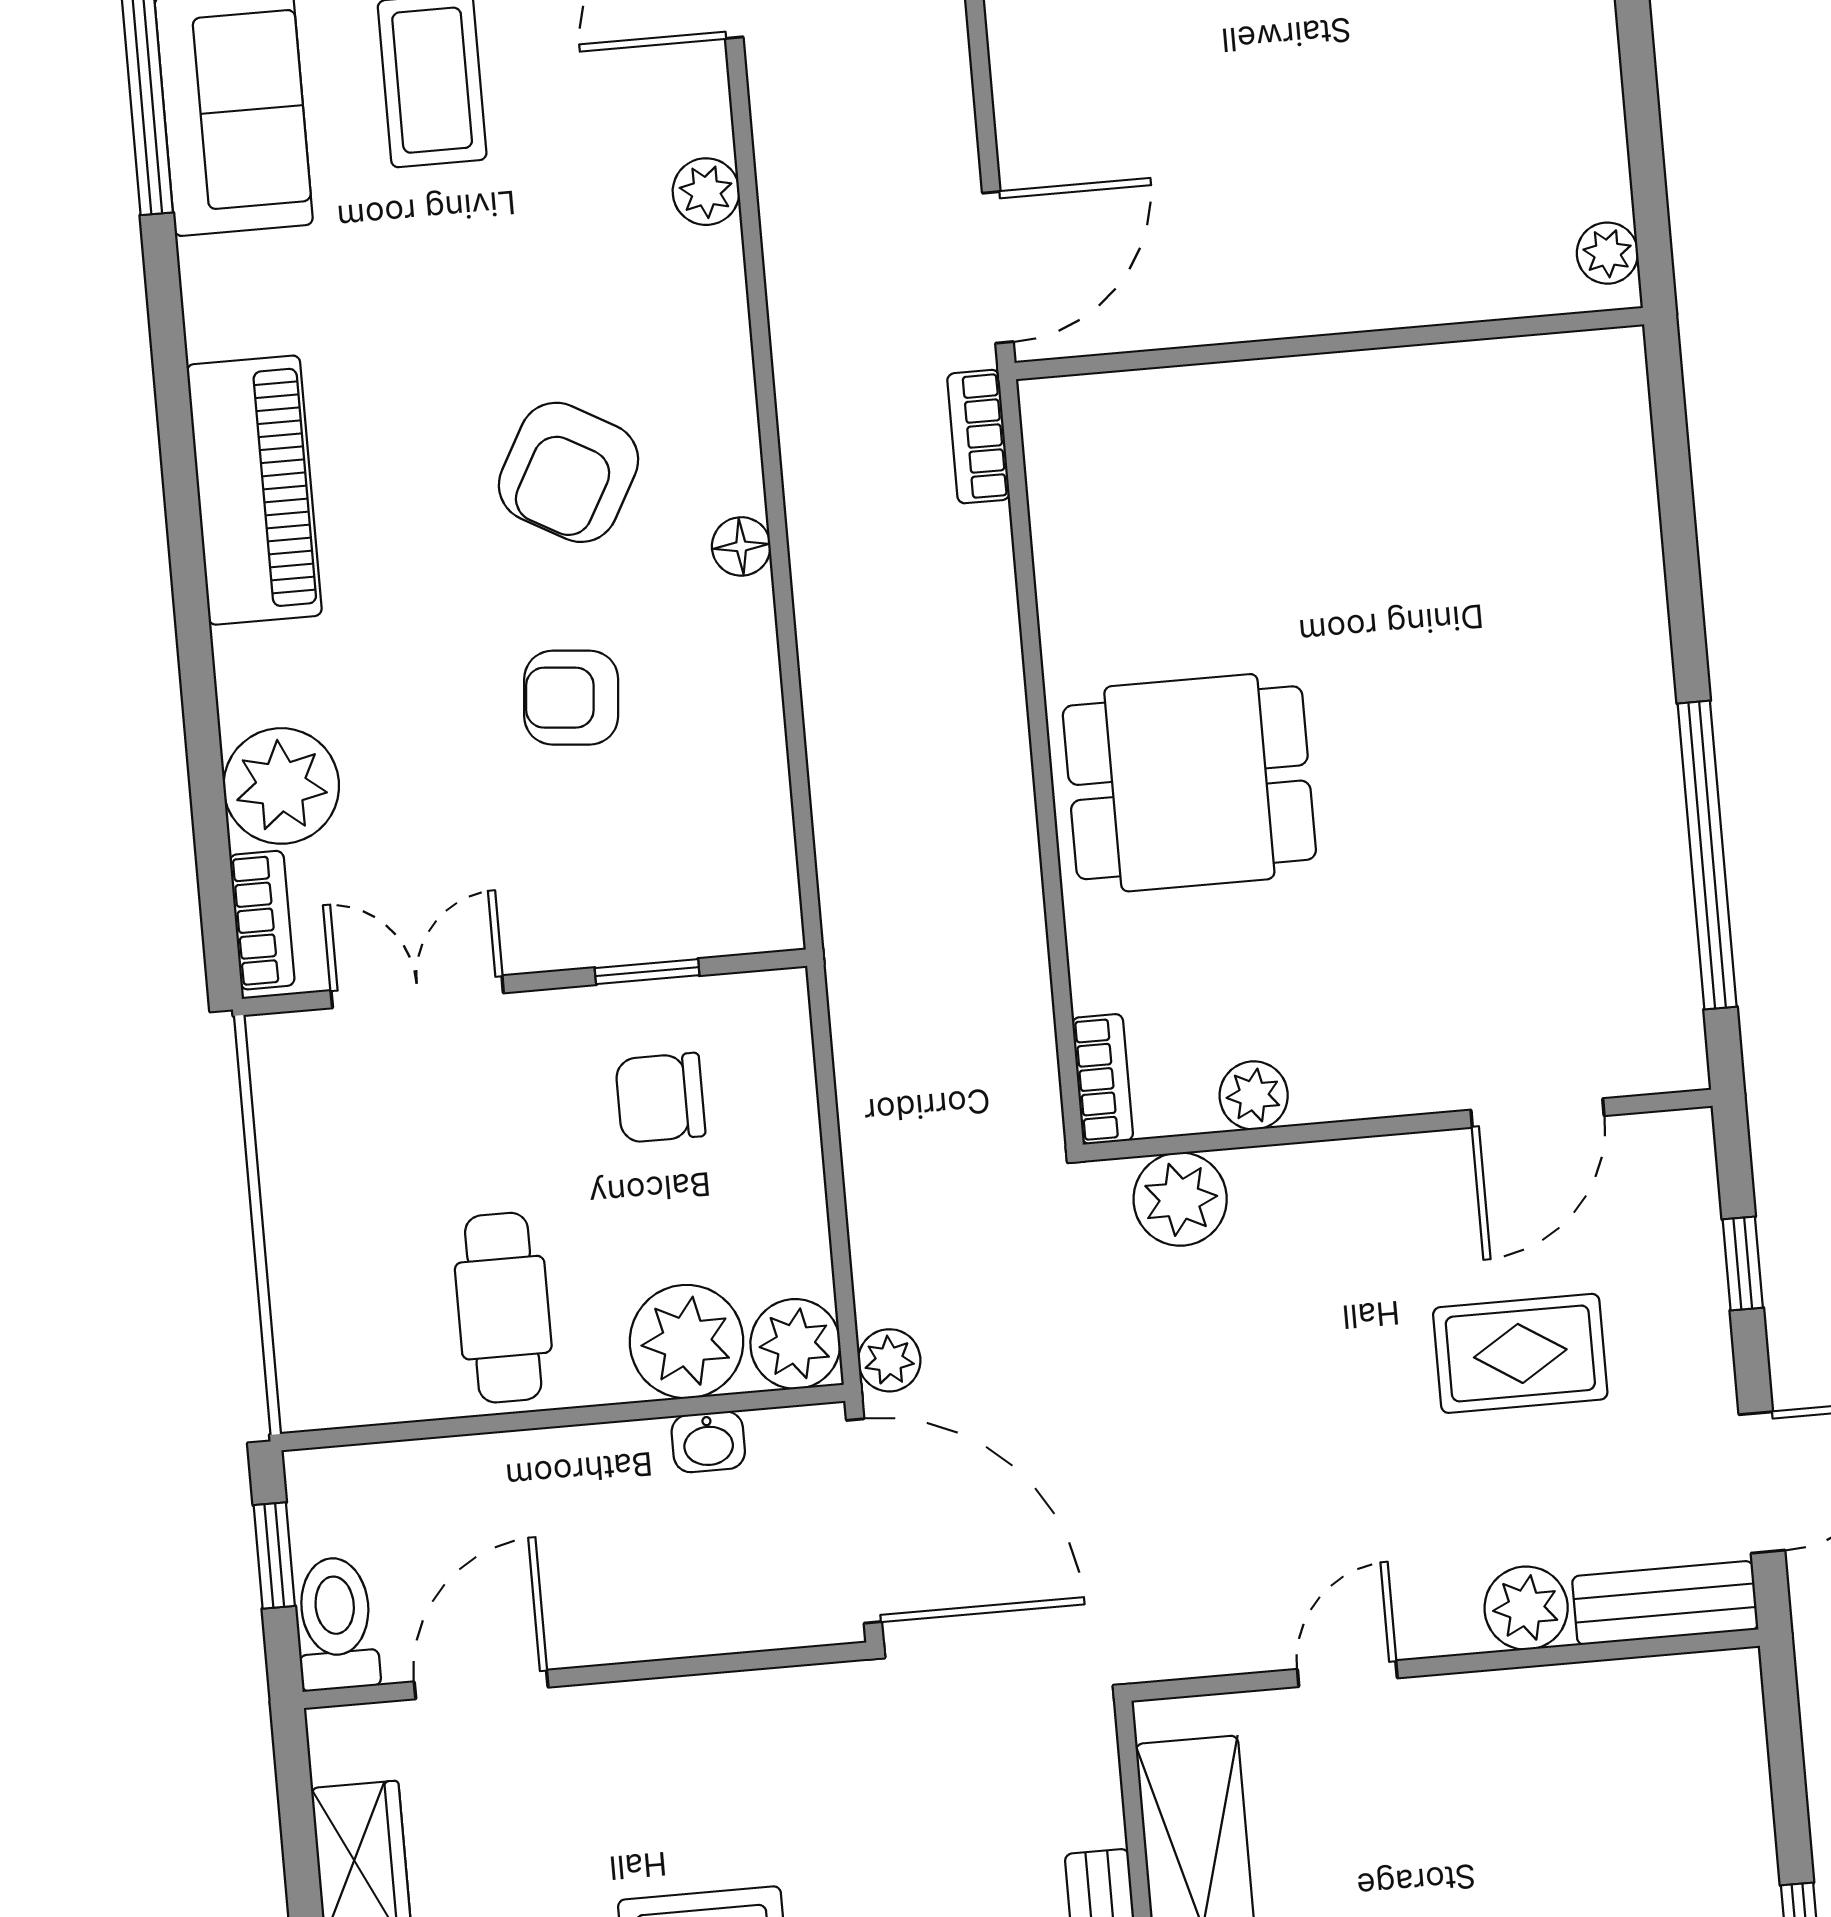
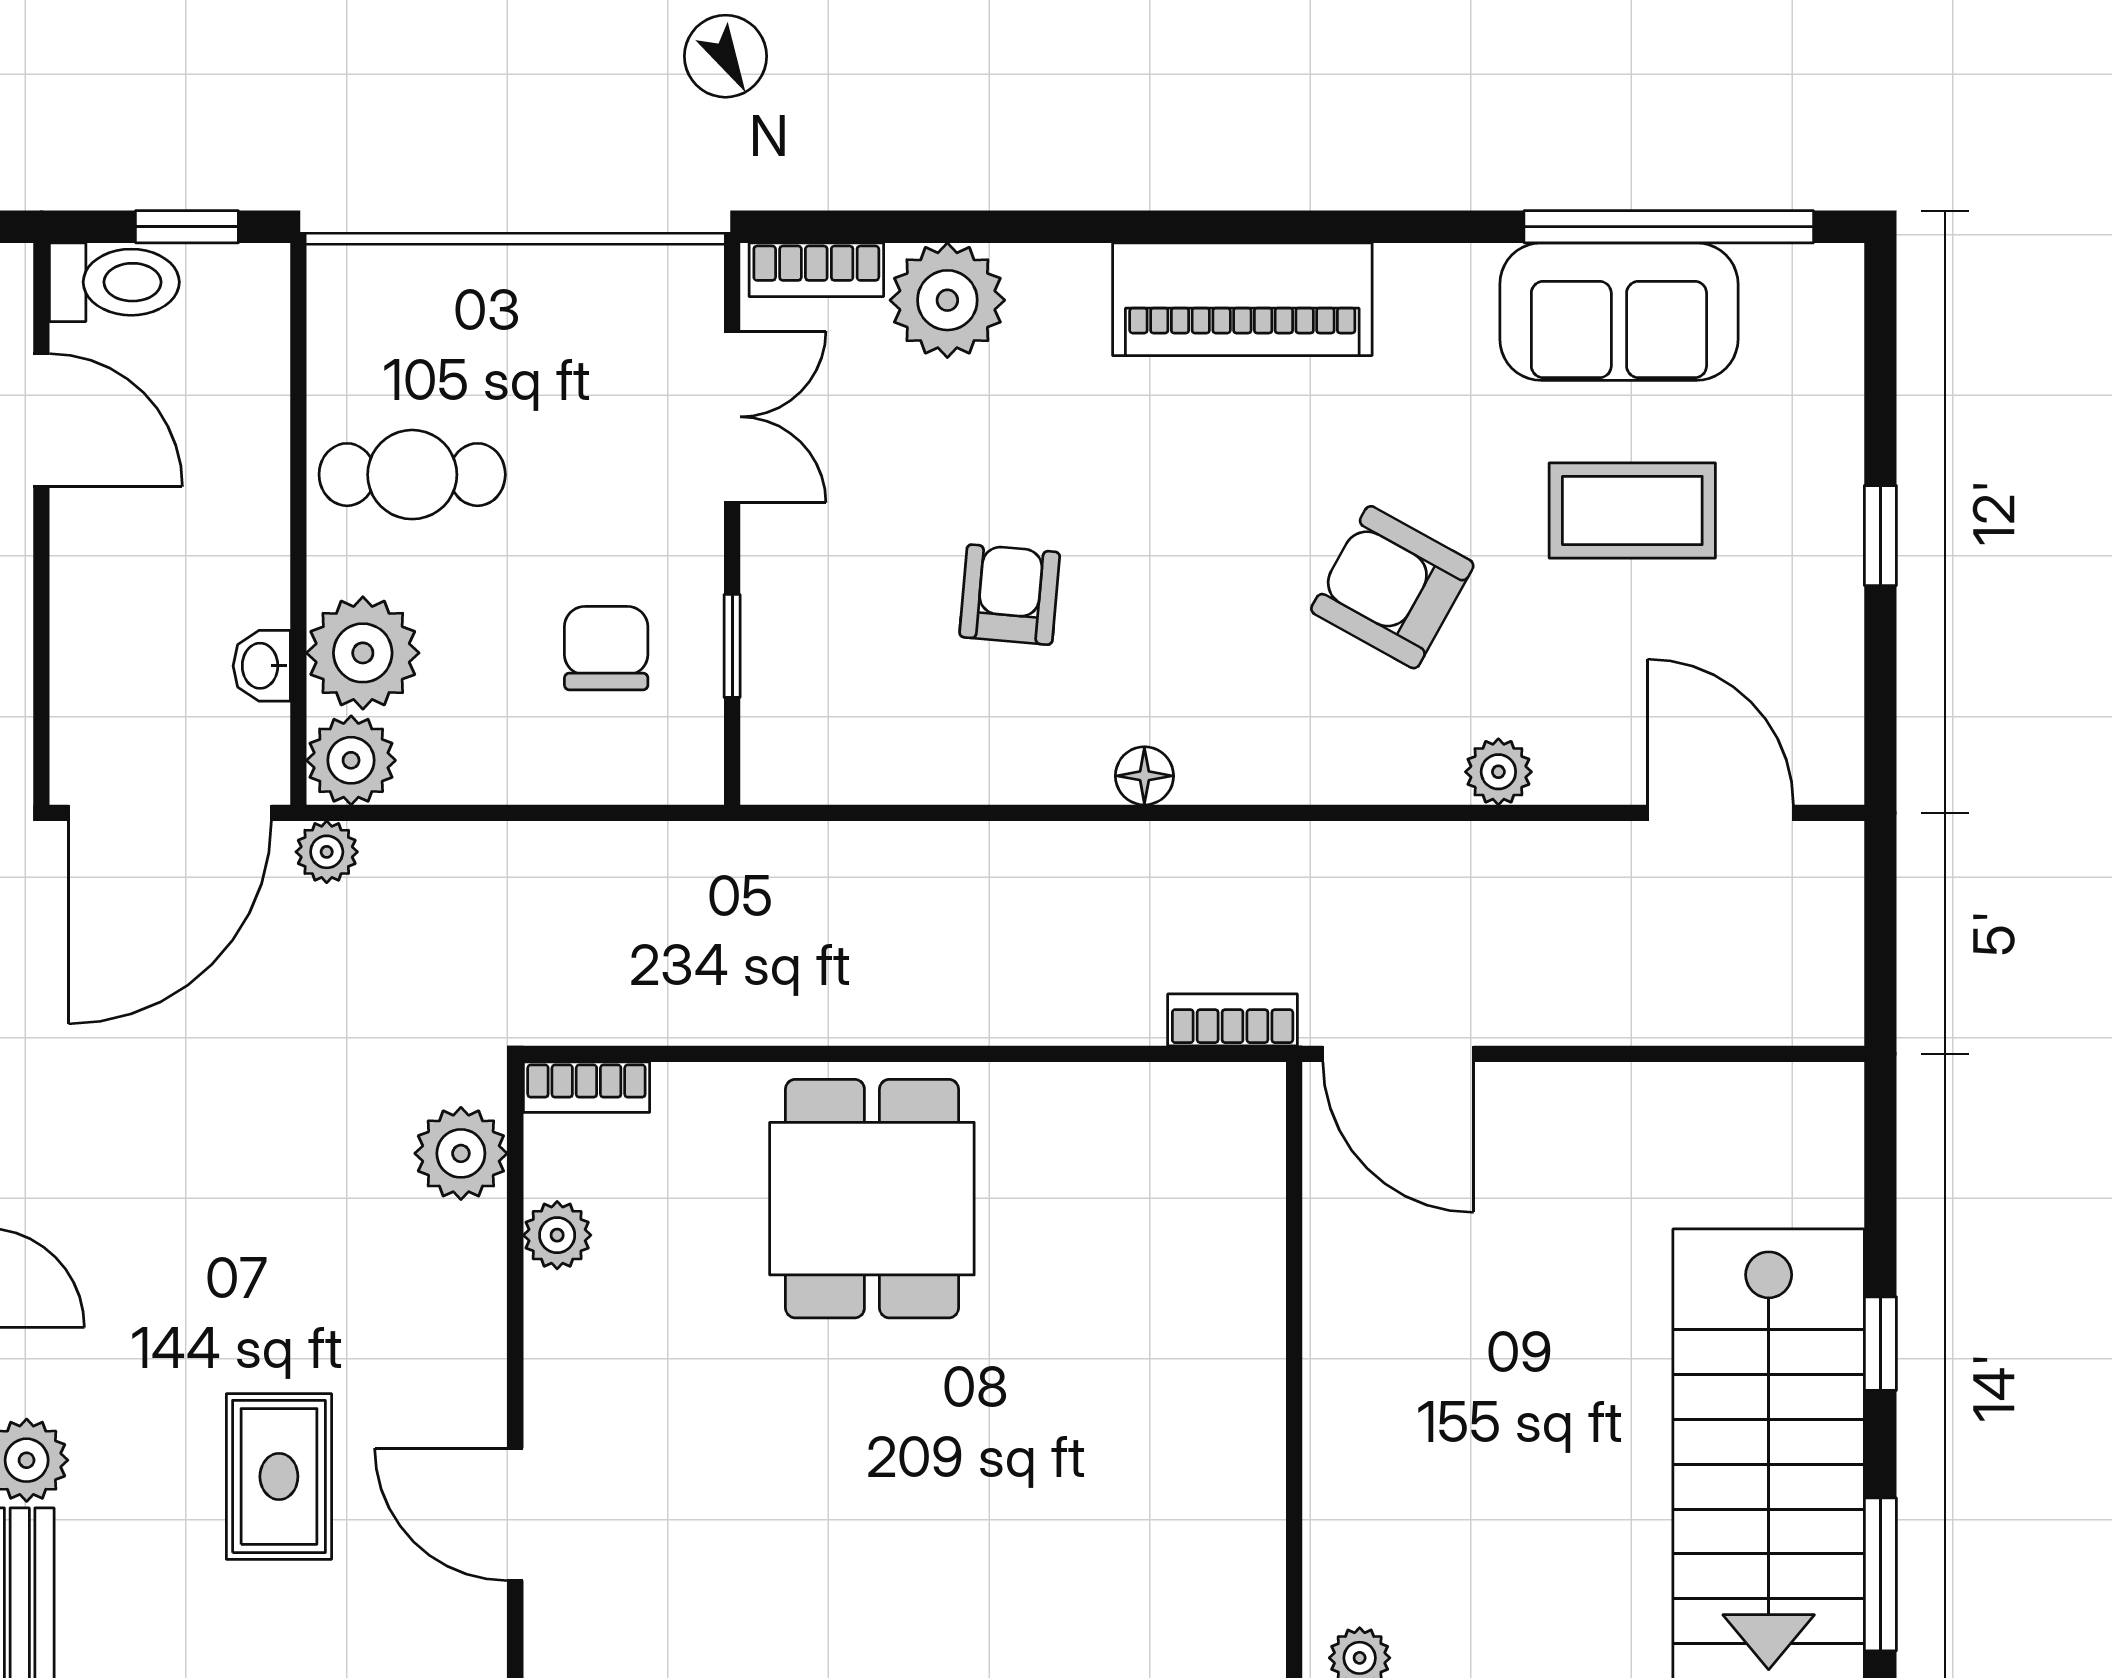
armchair: (569, 472) -> (1392, 587), moved

